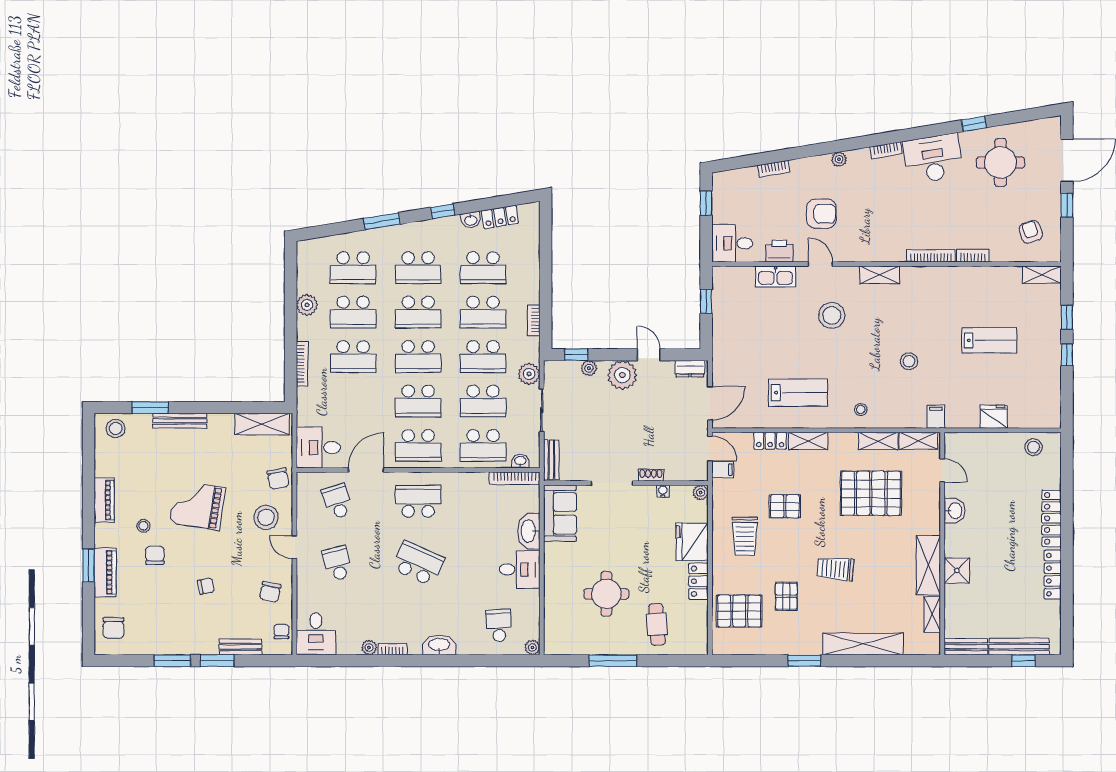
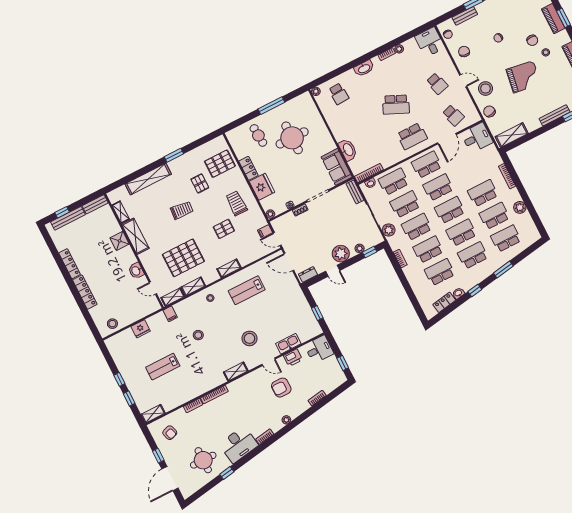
door: (710, 403) -> (289, 262), hinge flipped
locker: (770, 441) -> (248, 259), removed
desk: (520, 569) -> (343, 128), removed
round table: (606, 594) -> (292, 138), width x1.36, depth x1.36

